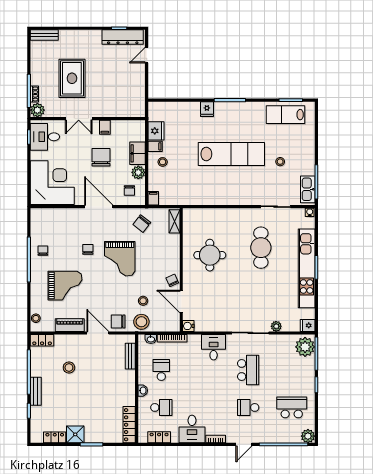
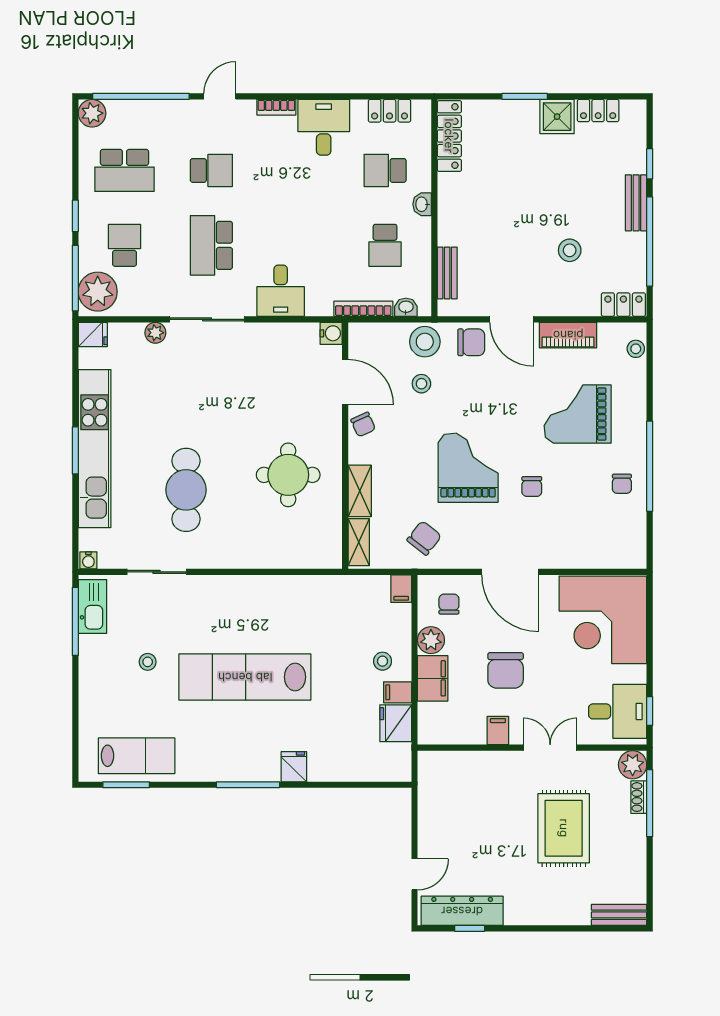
shelving: (174, 247) -> (360, 491), added
school desk: (292, 370) -> (125, 245), added

